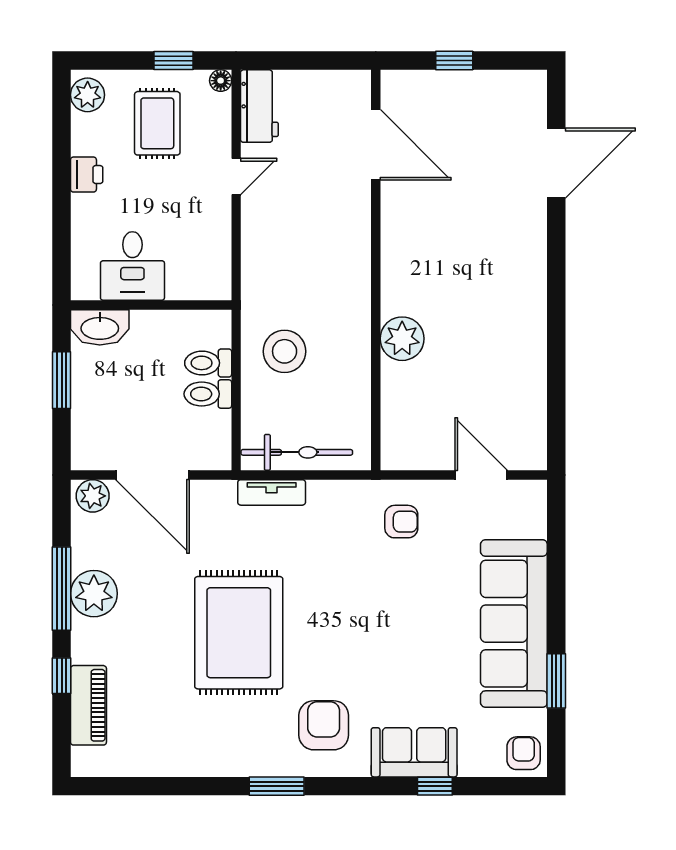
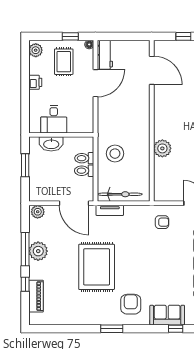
door: (236, 177) -> (95, 83), width x1.87
washbasin: (100, 327) -> (51, 144), moved
door: (153, 475) -> (74, 203), moved

